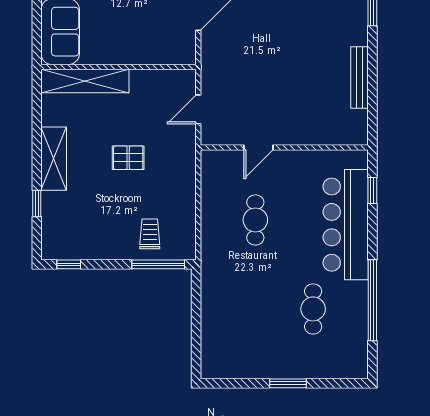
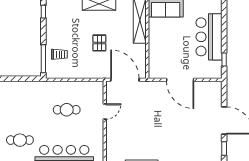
door: (198, 109) -> (125, 80), width x1.88
door: (258, 148) -> (105, 111), swing flipped

